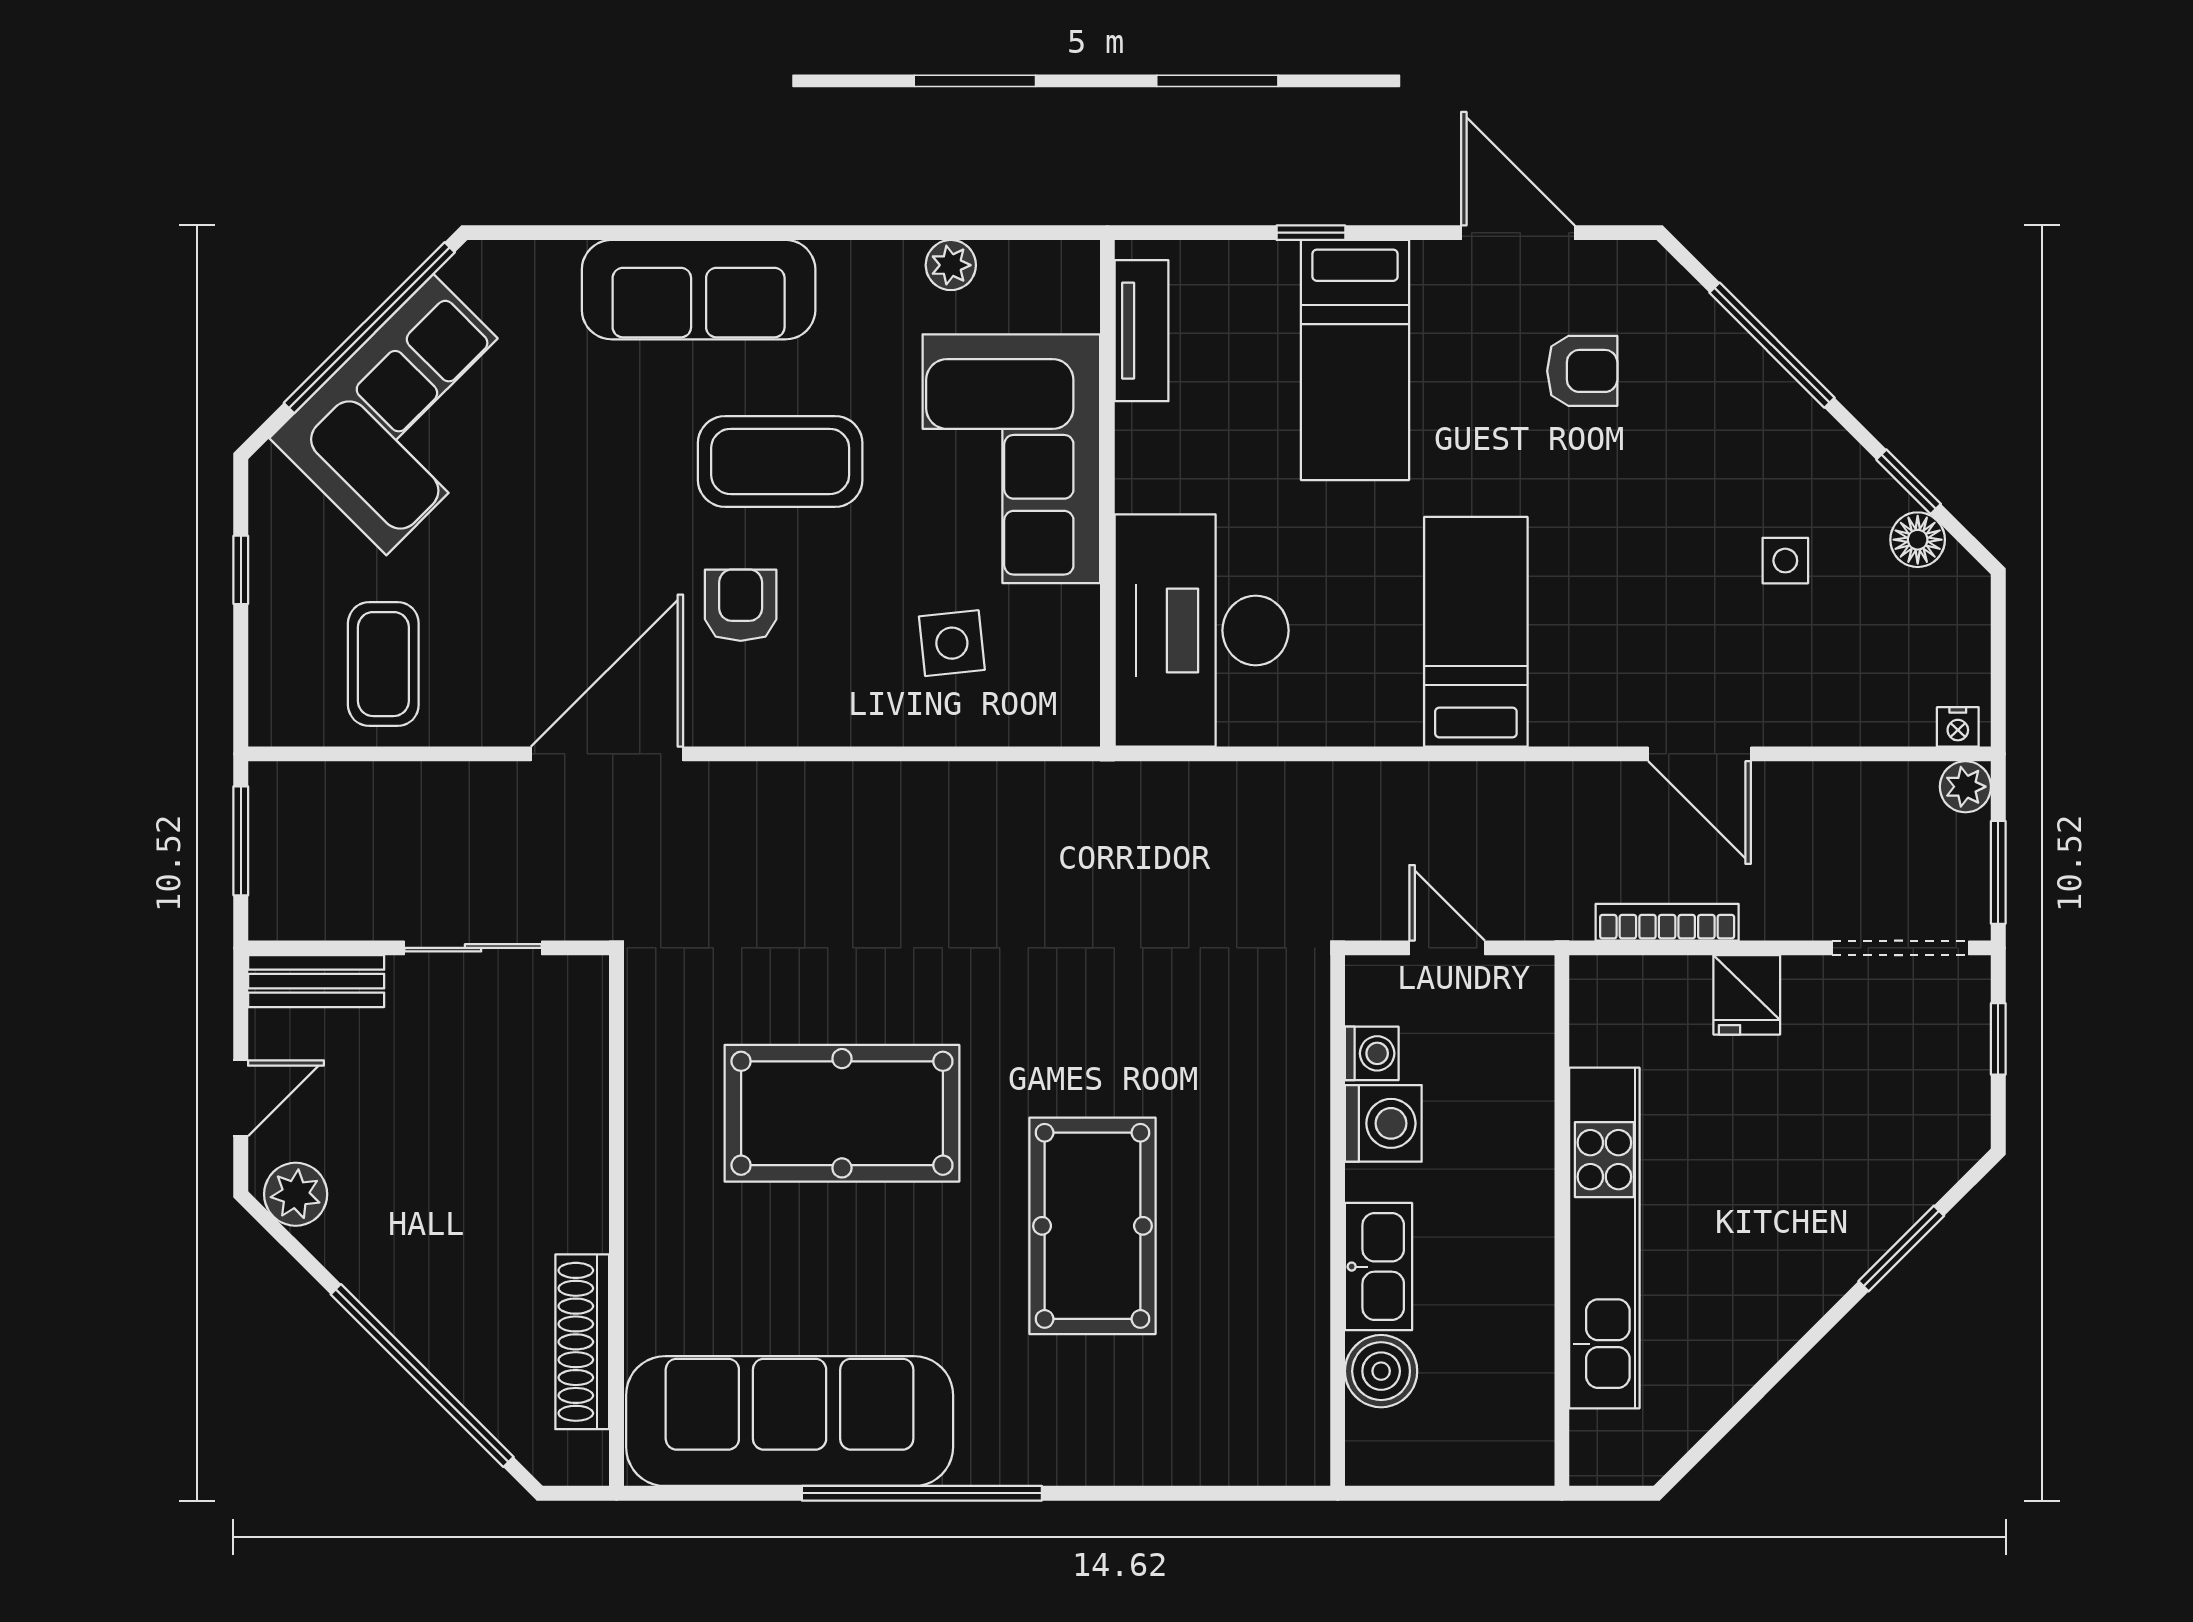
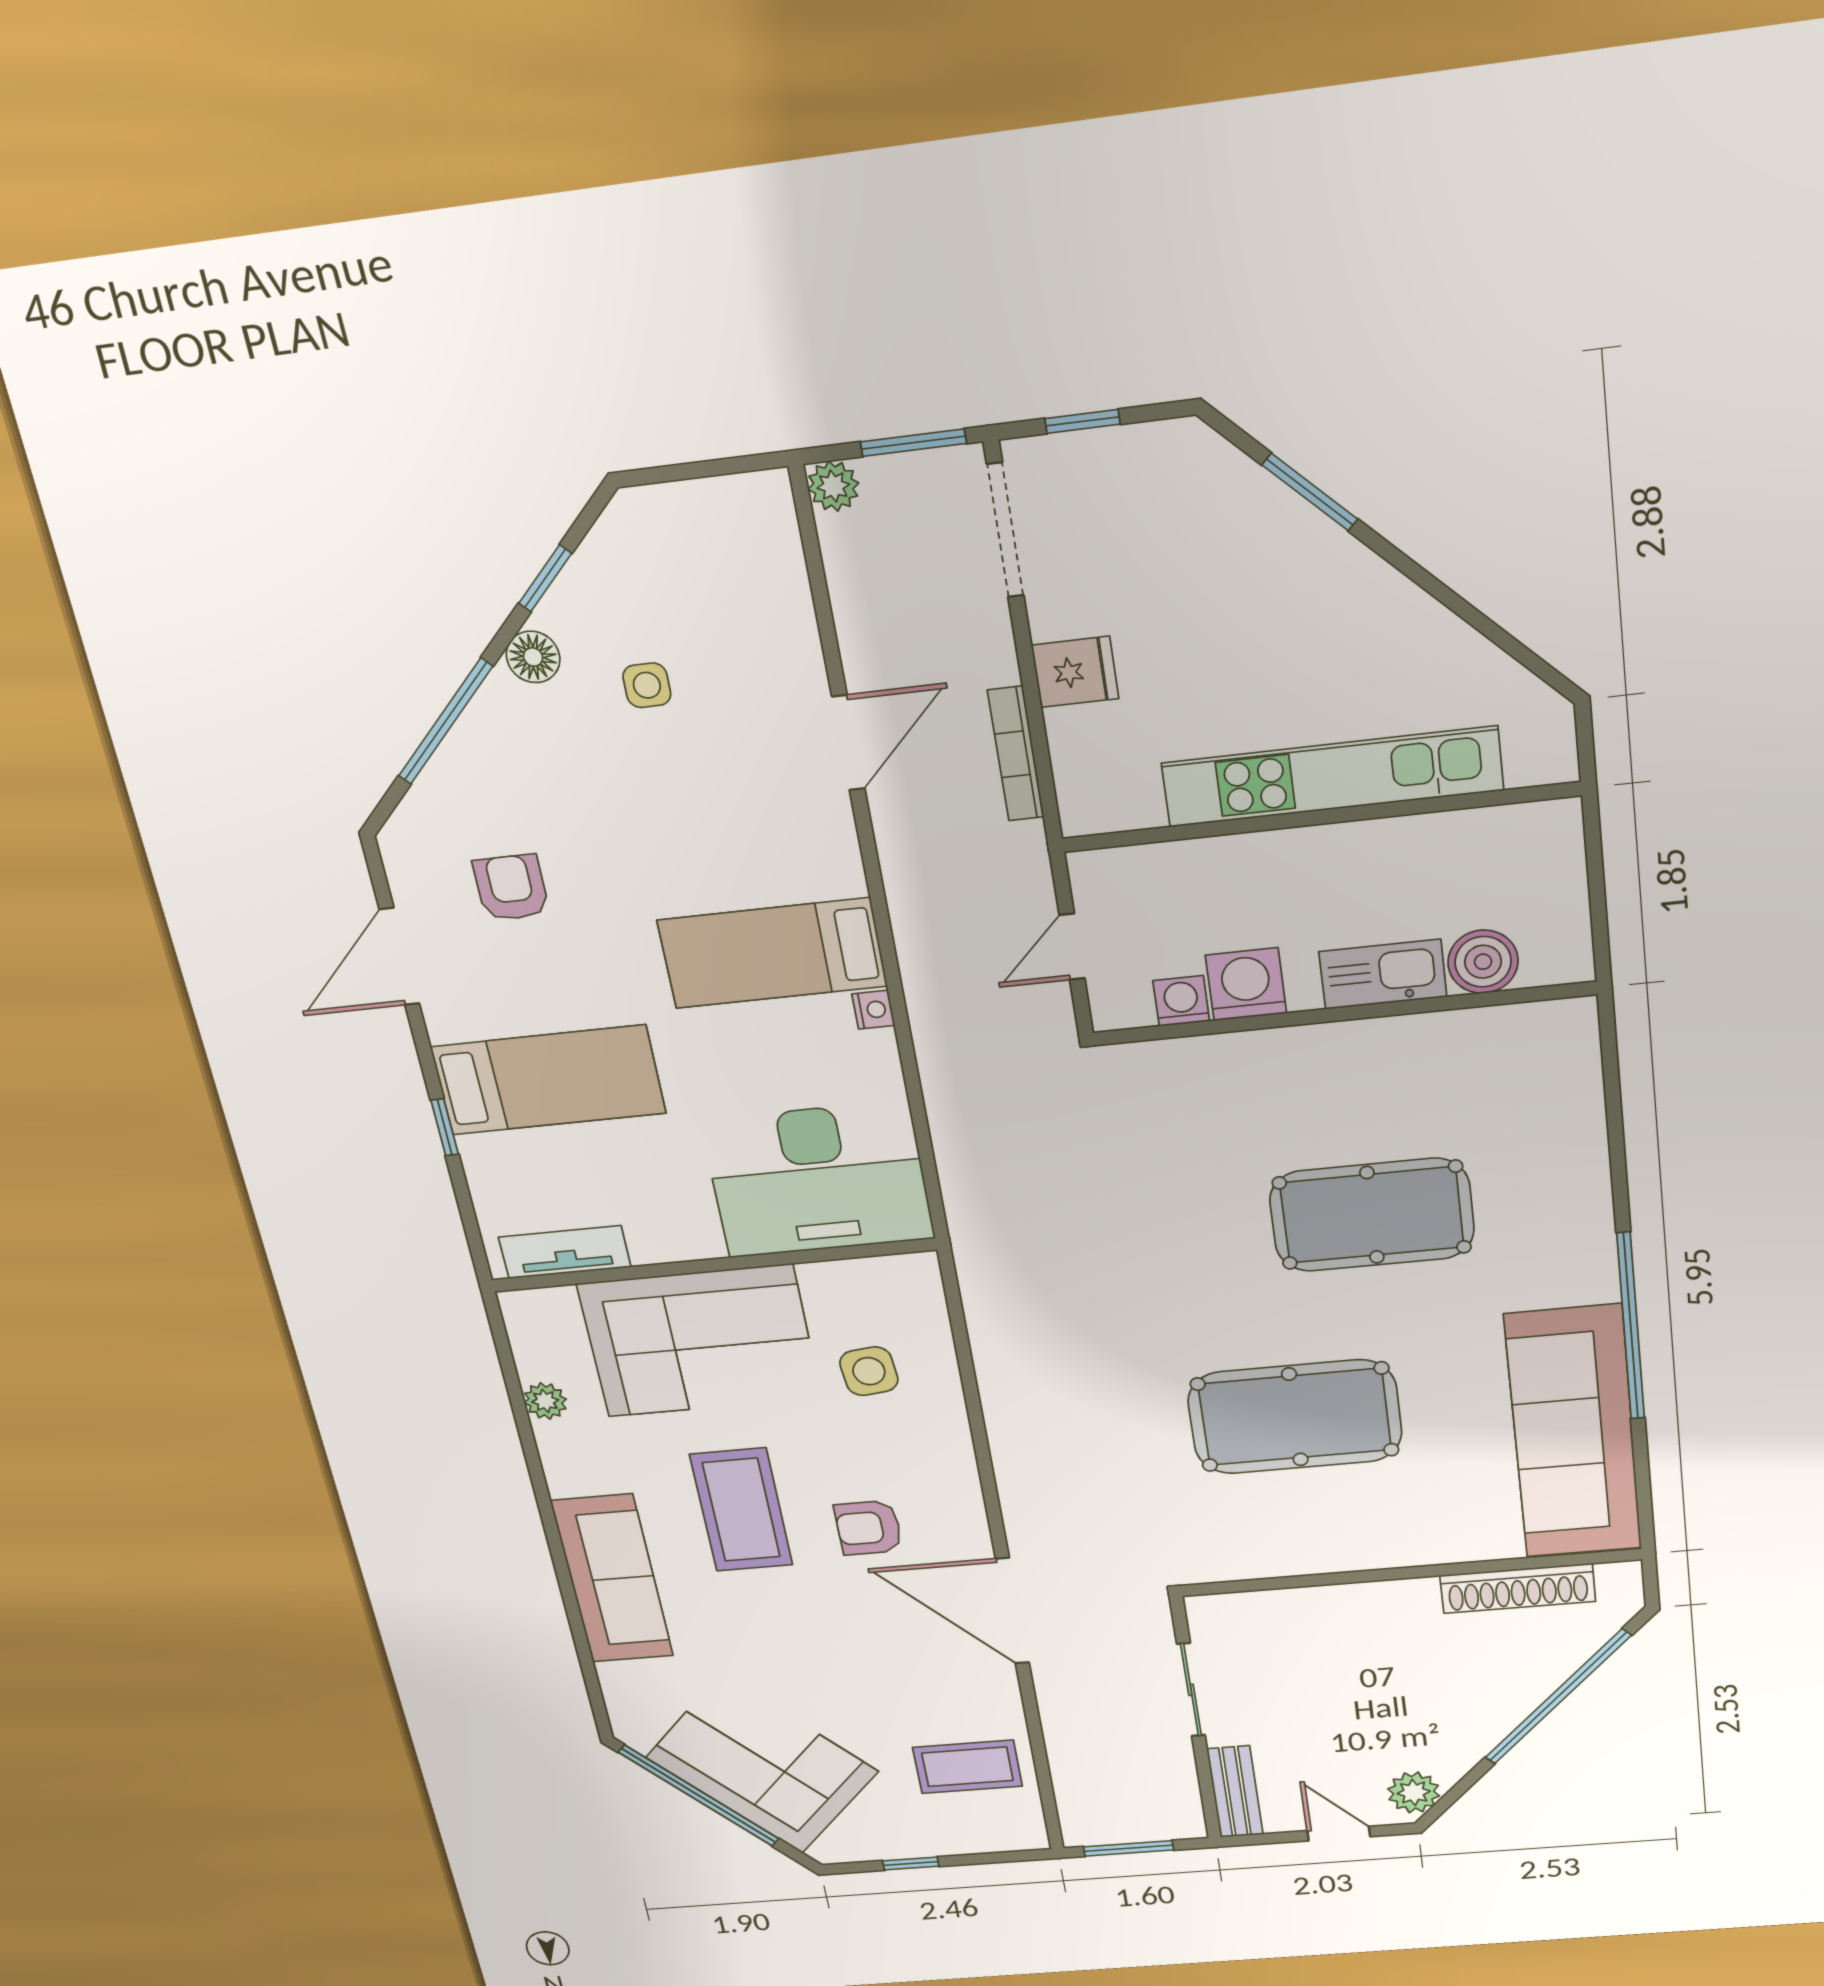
floor lamp: (1918, 540) -> (533, 657), moved
nightstand: (1958, 727) -> (873, 1010), moved
pool table: (842, 1113) -> (1295, 1417), turned 90

